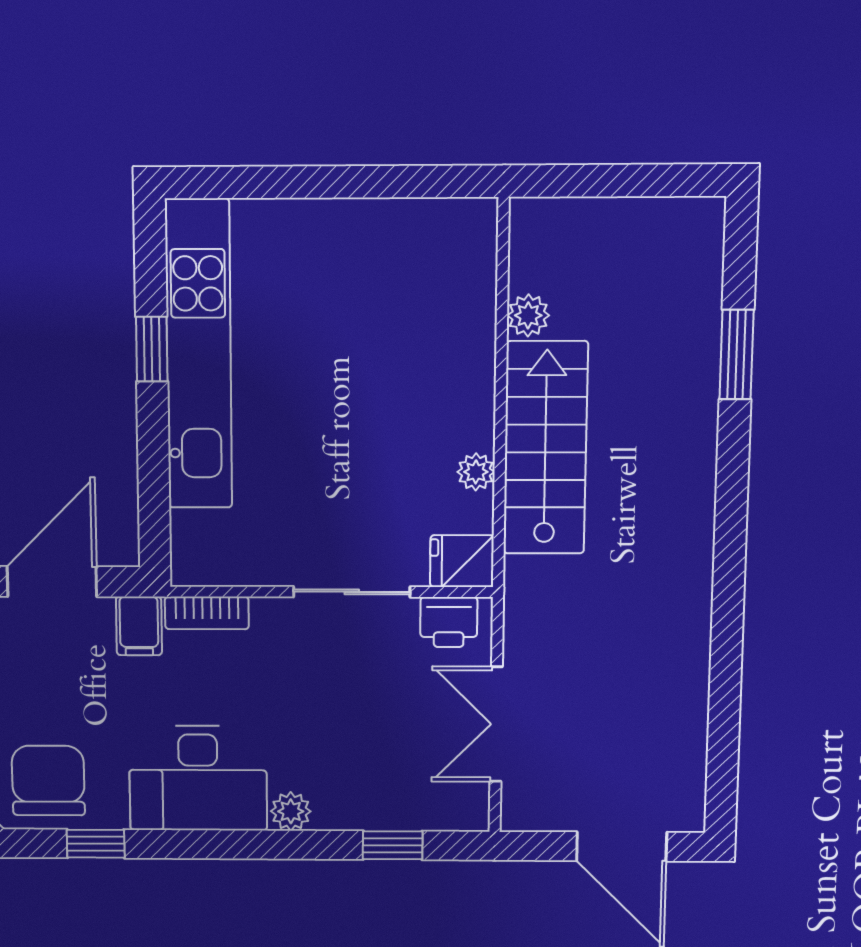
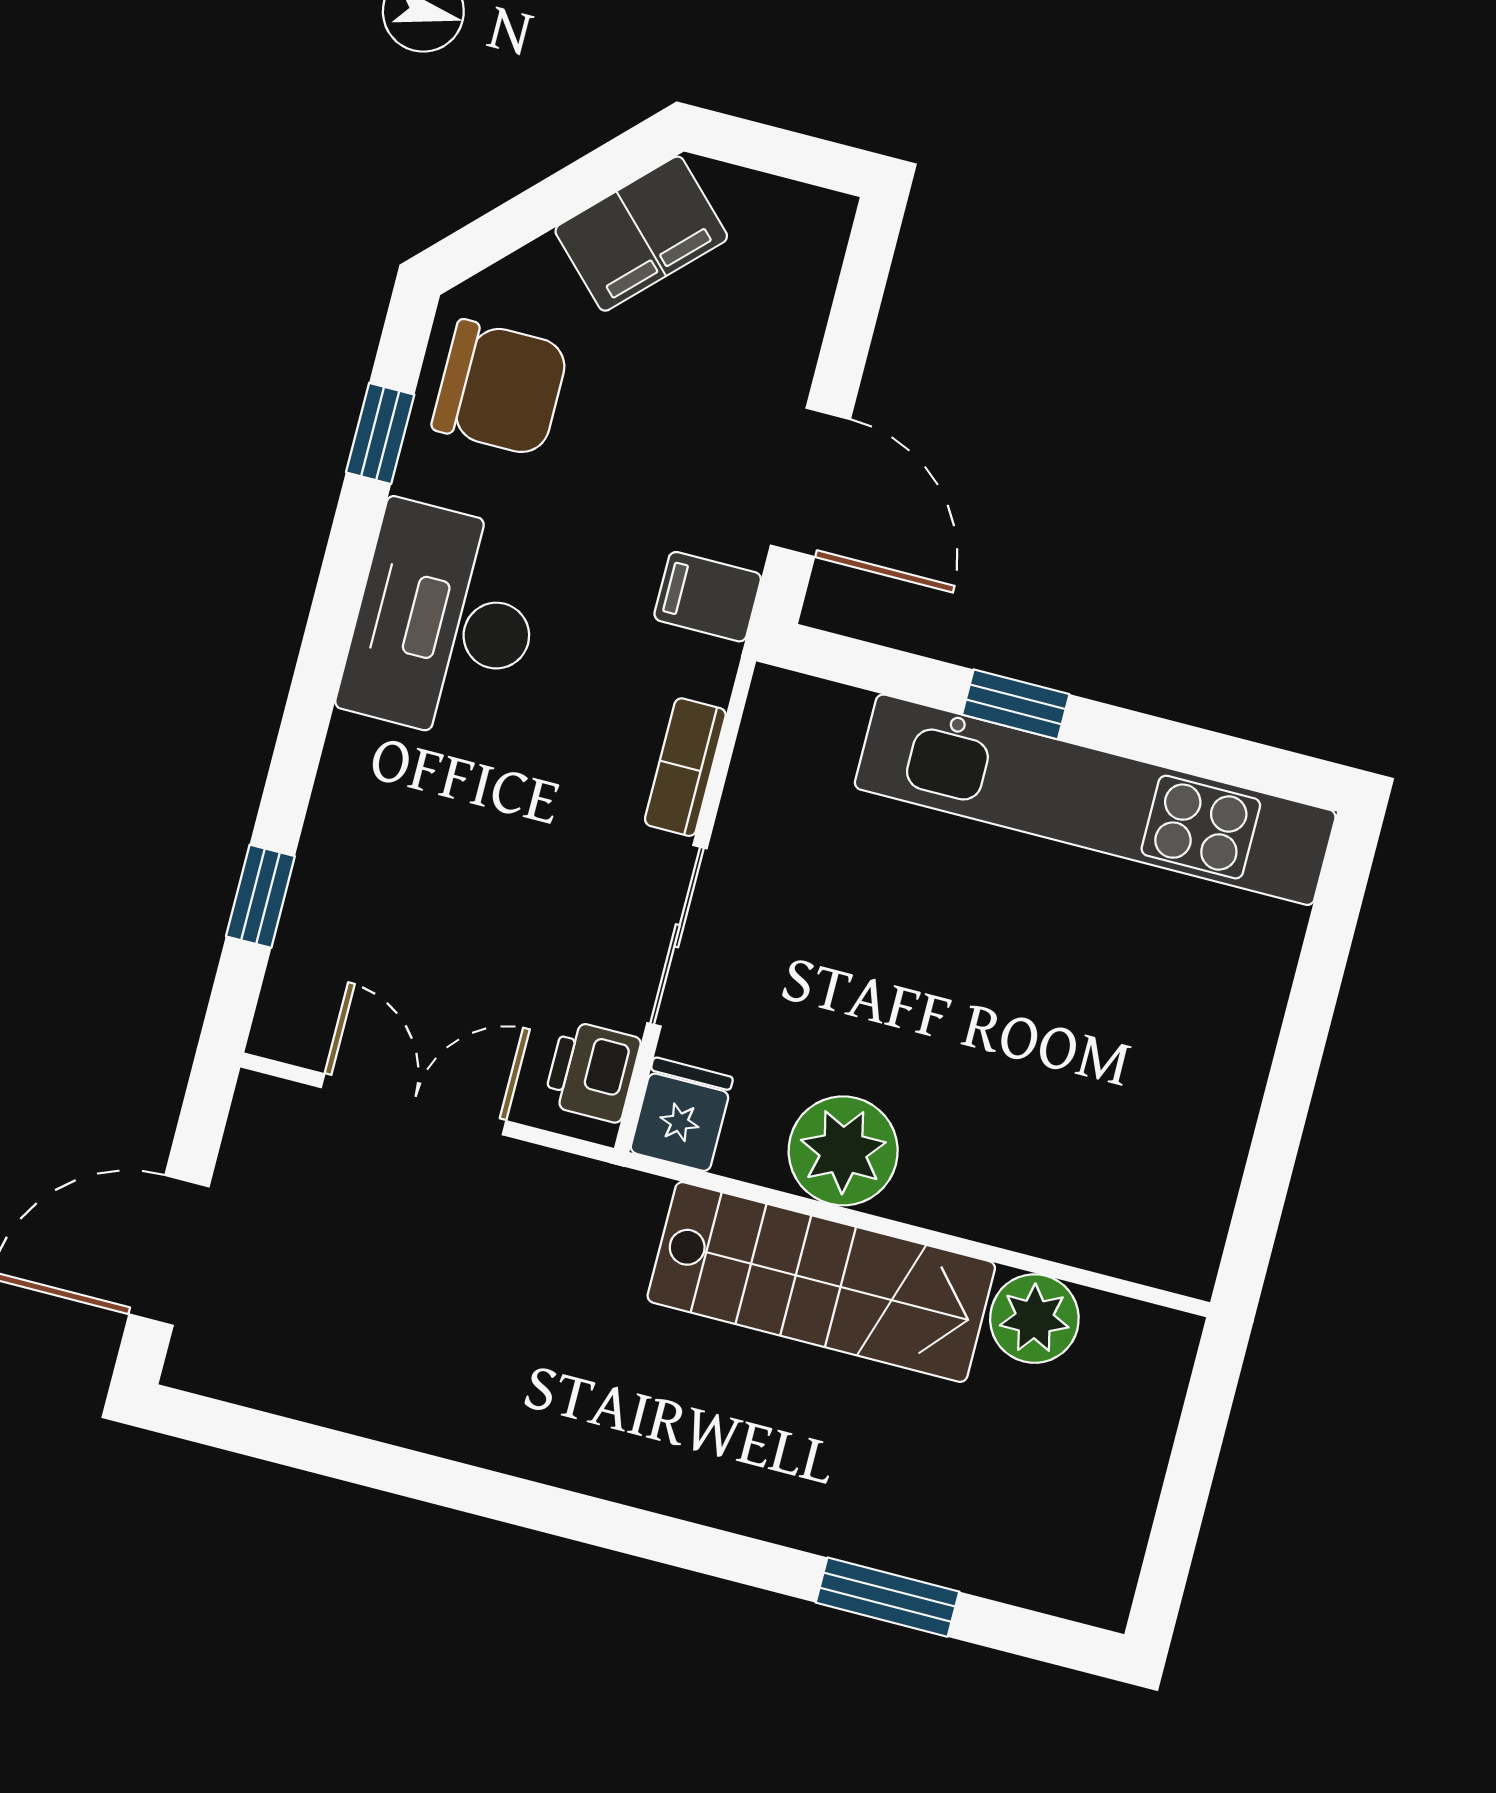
plant: (528, 315) -> (1034, 1319), width x1.38, depth x1.38
window: (152, 349) -> (1016, 704), moved
plant: (476, 472) -> (843, 1151), width x1.88, depth x1.88
bookcase: (207, 613) -> (685, 767), moved
plant: (291, 811) -> (355, 752), removed

